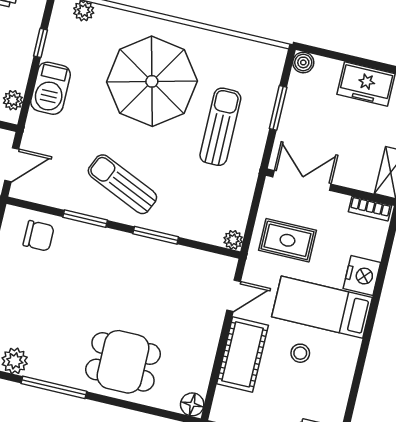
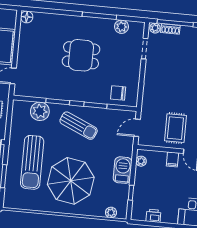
sun lounger: (220, 127) -> (32, 162), width x1.36, depth x1.34
plant: (233, 240) -> (40, 111), moved, width x1.87, depth x1.87
dining table: (123, 362) -> (81, 55), moved

